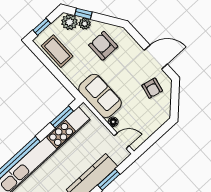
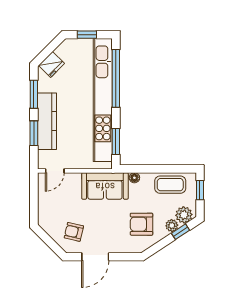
armchair: (103, 46) -> (142, 224), turned 180
floor lamp: (113, 122) -> (134, 178), moved

